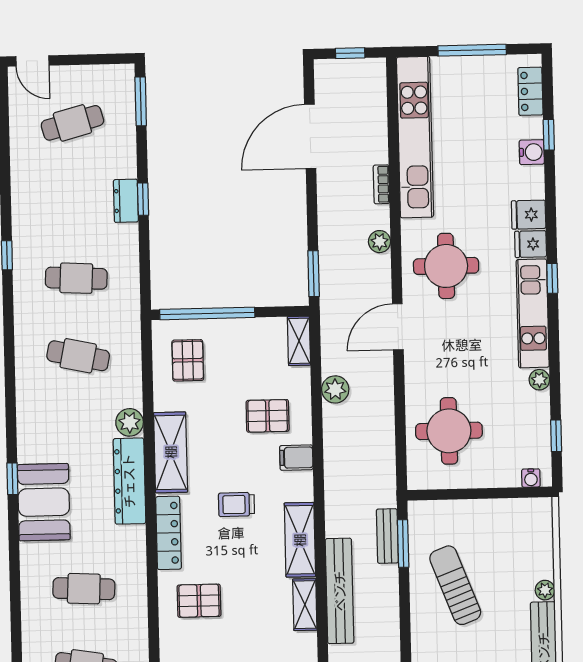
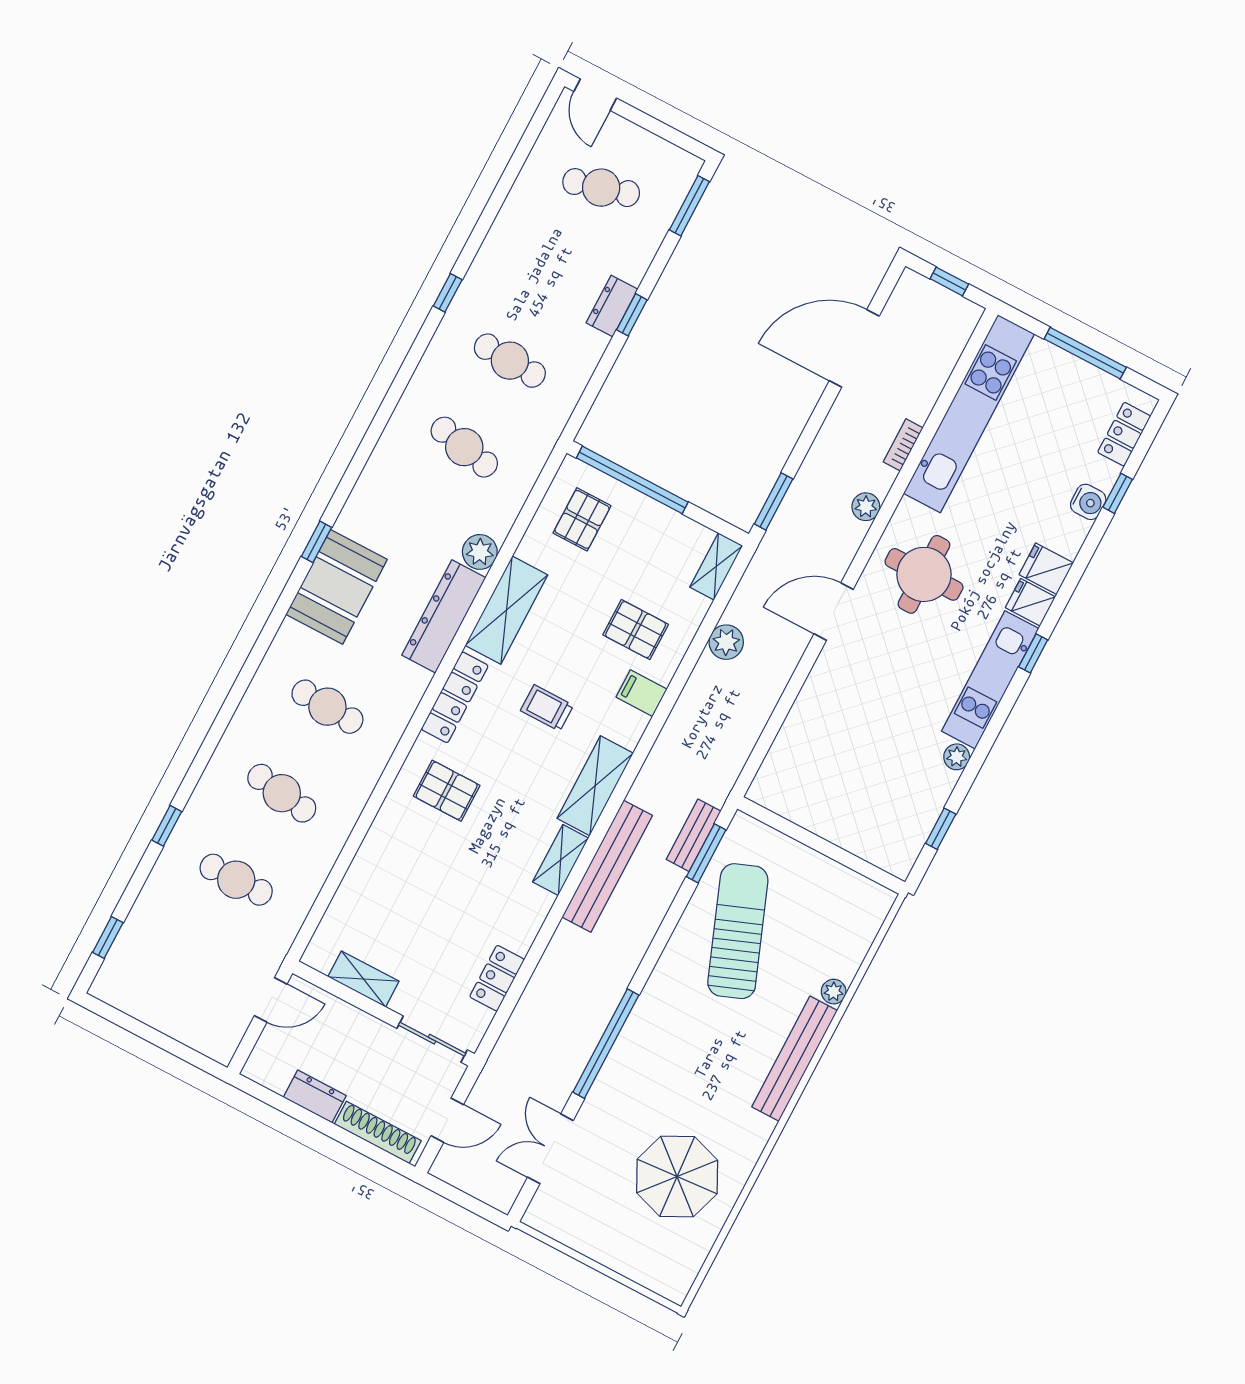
round table: (449, 431) -> (826, 758), removed
water cooler: (531, 478) -> (887, 860), removed
sun lounger: (455, 585) -> (738, 931), width x1.36, depth x1.34

